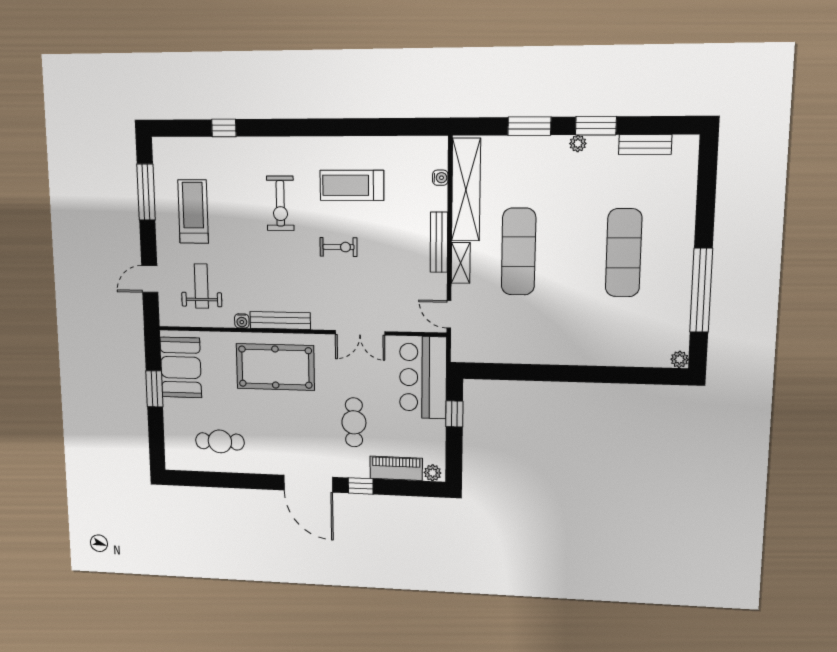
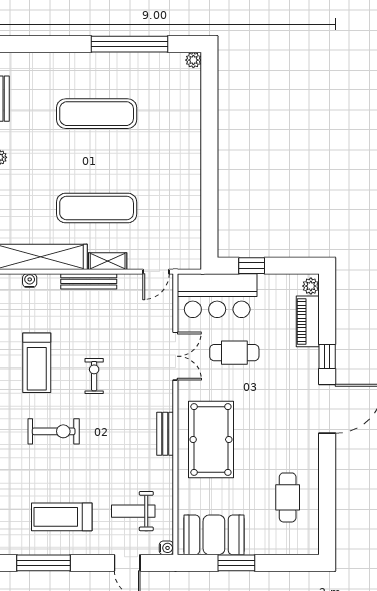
bench: (280, 320) -> (165, 434), width x0.73
water cooler: (242, 321) -> (166, 548), moved
cafe table: (354, 422) -> (234, 353), moved

